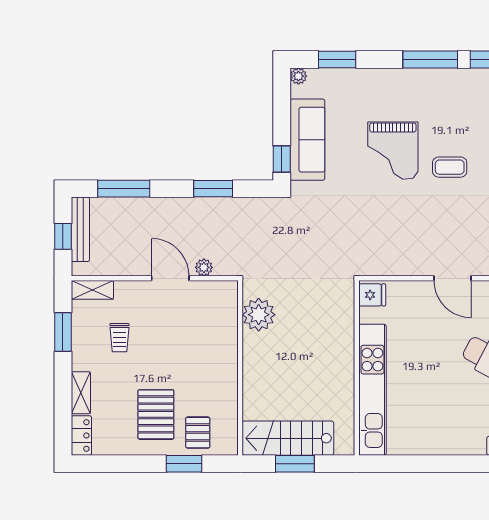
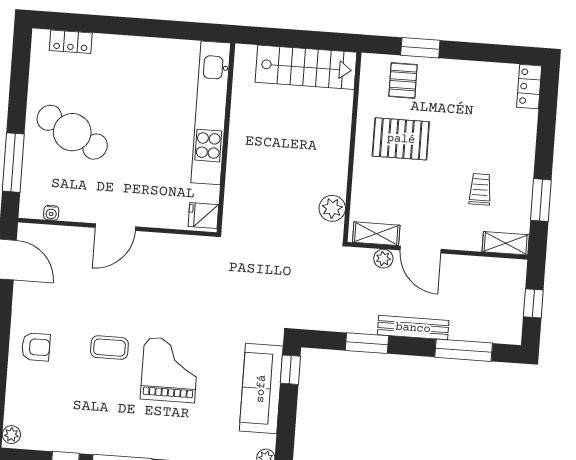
bench: (80, 229) -> (413, 328), moved, turned 90
door: (452, 278) -> (115, 227), swing flipped
plant: (259, 315) -> (332, 208), width x0.73, depth x0.73
shelving: (81, 393) -> (376, 234), moved, turned 90
pallet: (156, 414) -> (401, 139), moved, turned 90
window: (295, 464) -> (300, 39), removed

